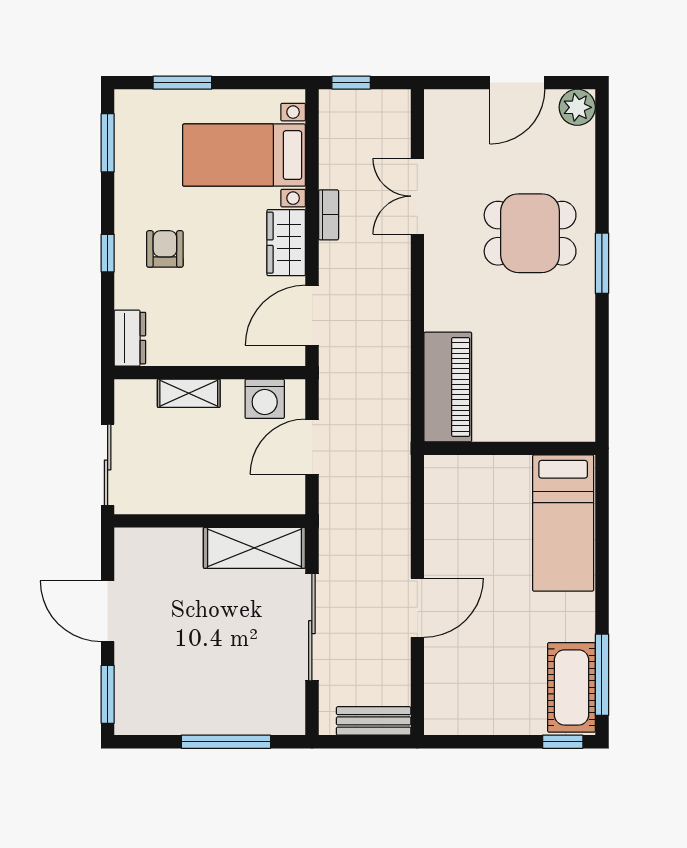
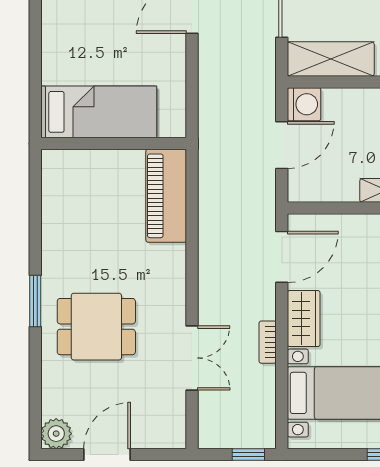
washing machine: (265, 399) -> (304, 104), moved, turned 90
bed: (563, 523) -> (99, 112), moved, turned 90

